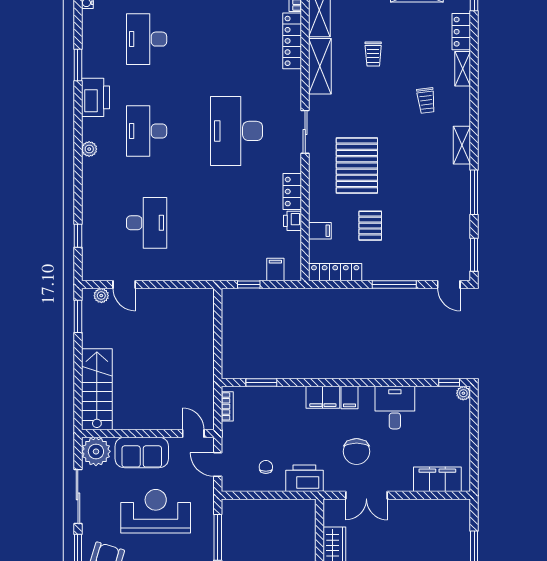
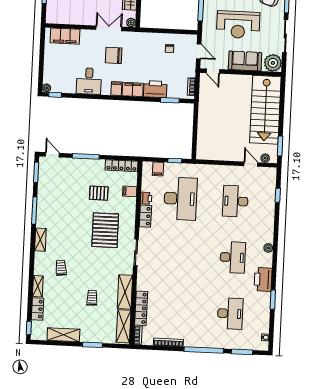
desk: (236, 131) -> (180, 199), moved
pallet: (370, 226) -> (99, 193), turned 90
stairs: (97, 389) -> (265, 110), width x1.36, depth x1.51
chair: (357, 451) -> (114, 55), turned -90
printer: (304, 478) -> (155, 89), moved, turned 180
plant: (331, 506) -> (131, 23), added

